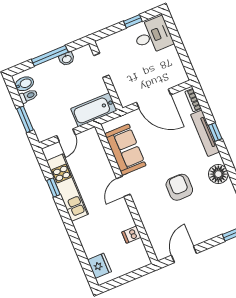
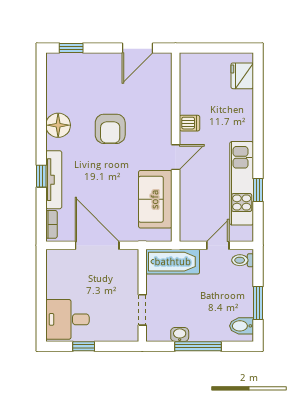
toilet: (28, 96) -> (243, 260), moved
window: (25, 119) -> (258, 303), moved
dishwasher: (131, 235) -> (190, 123), moved

